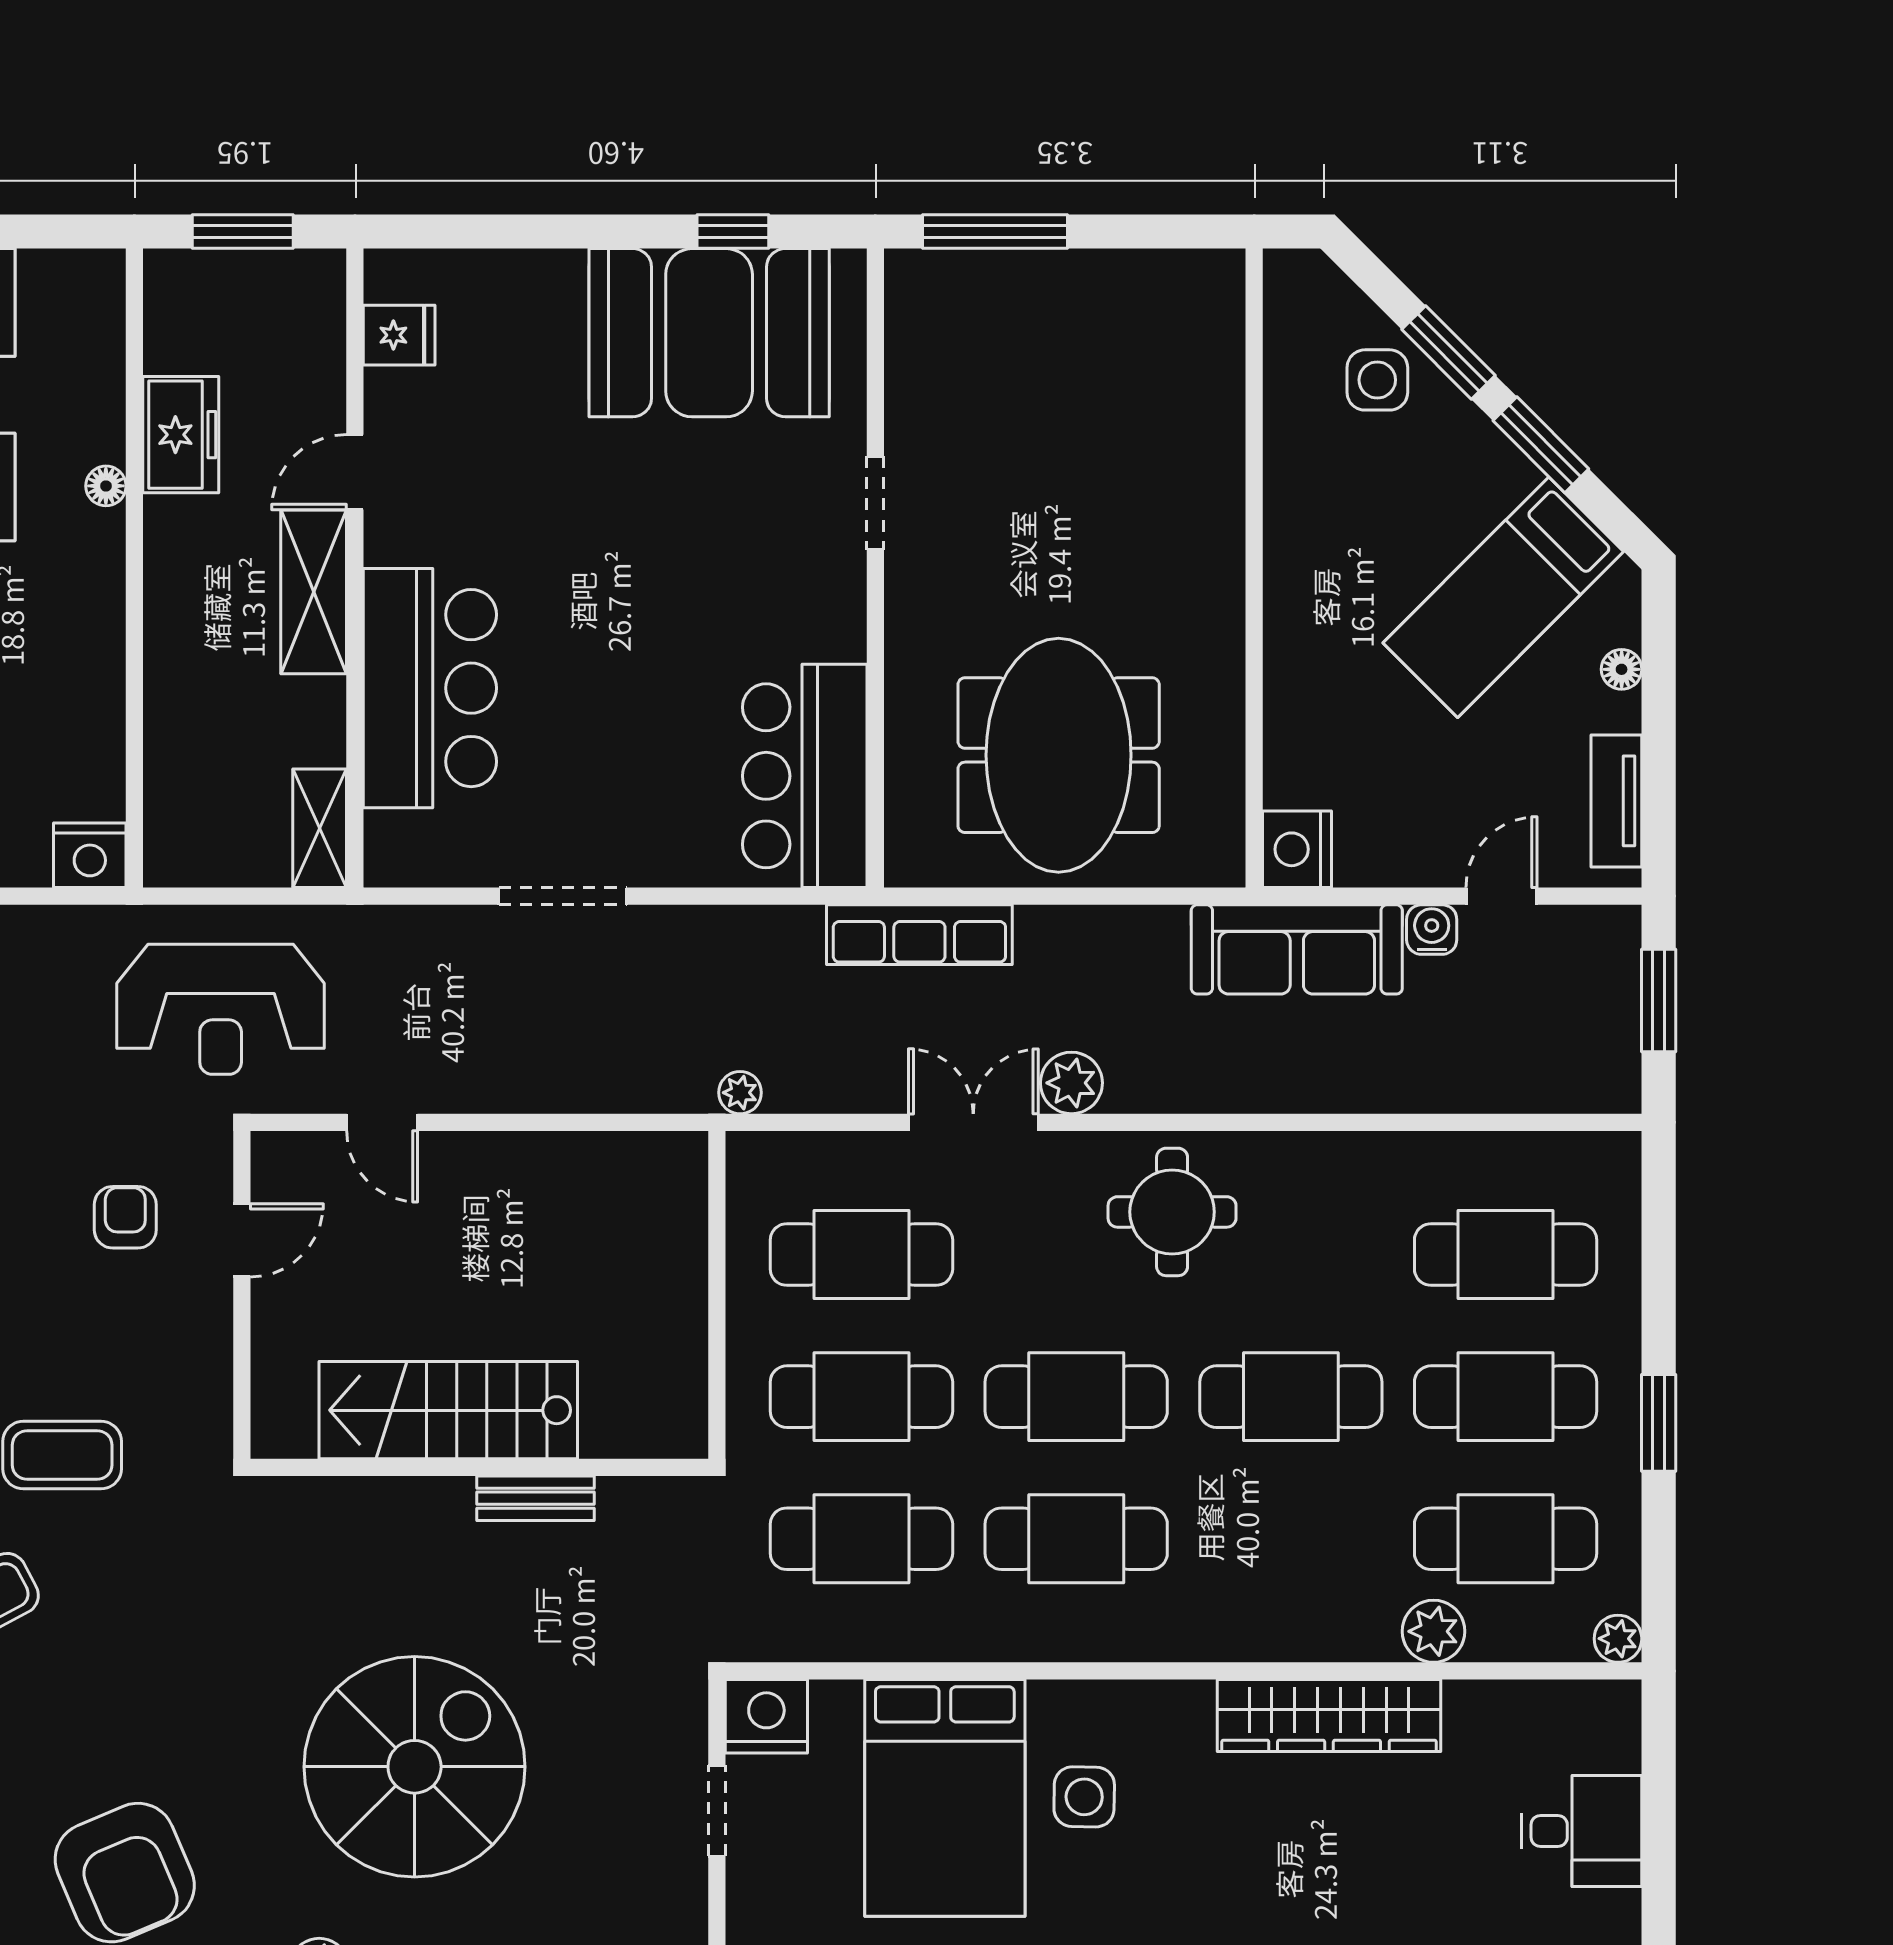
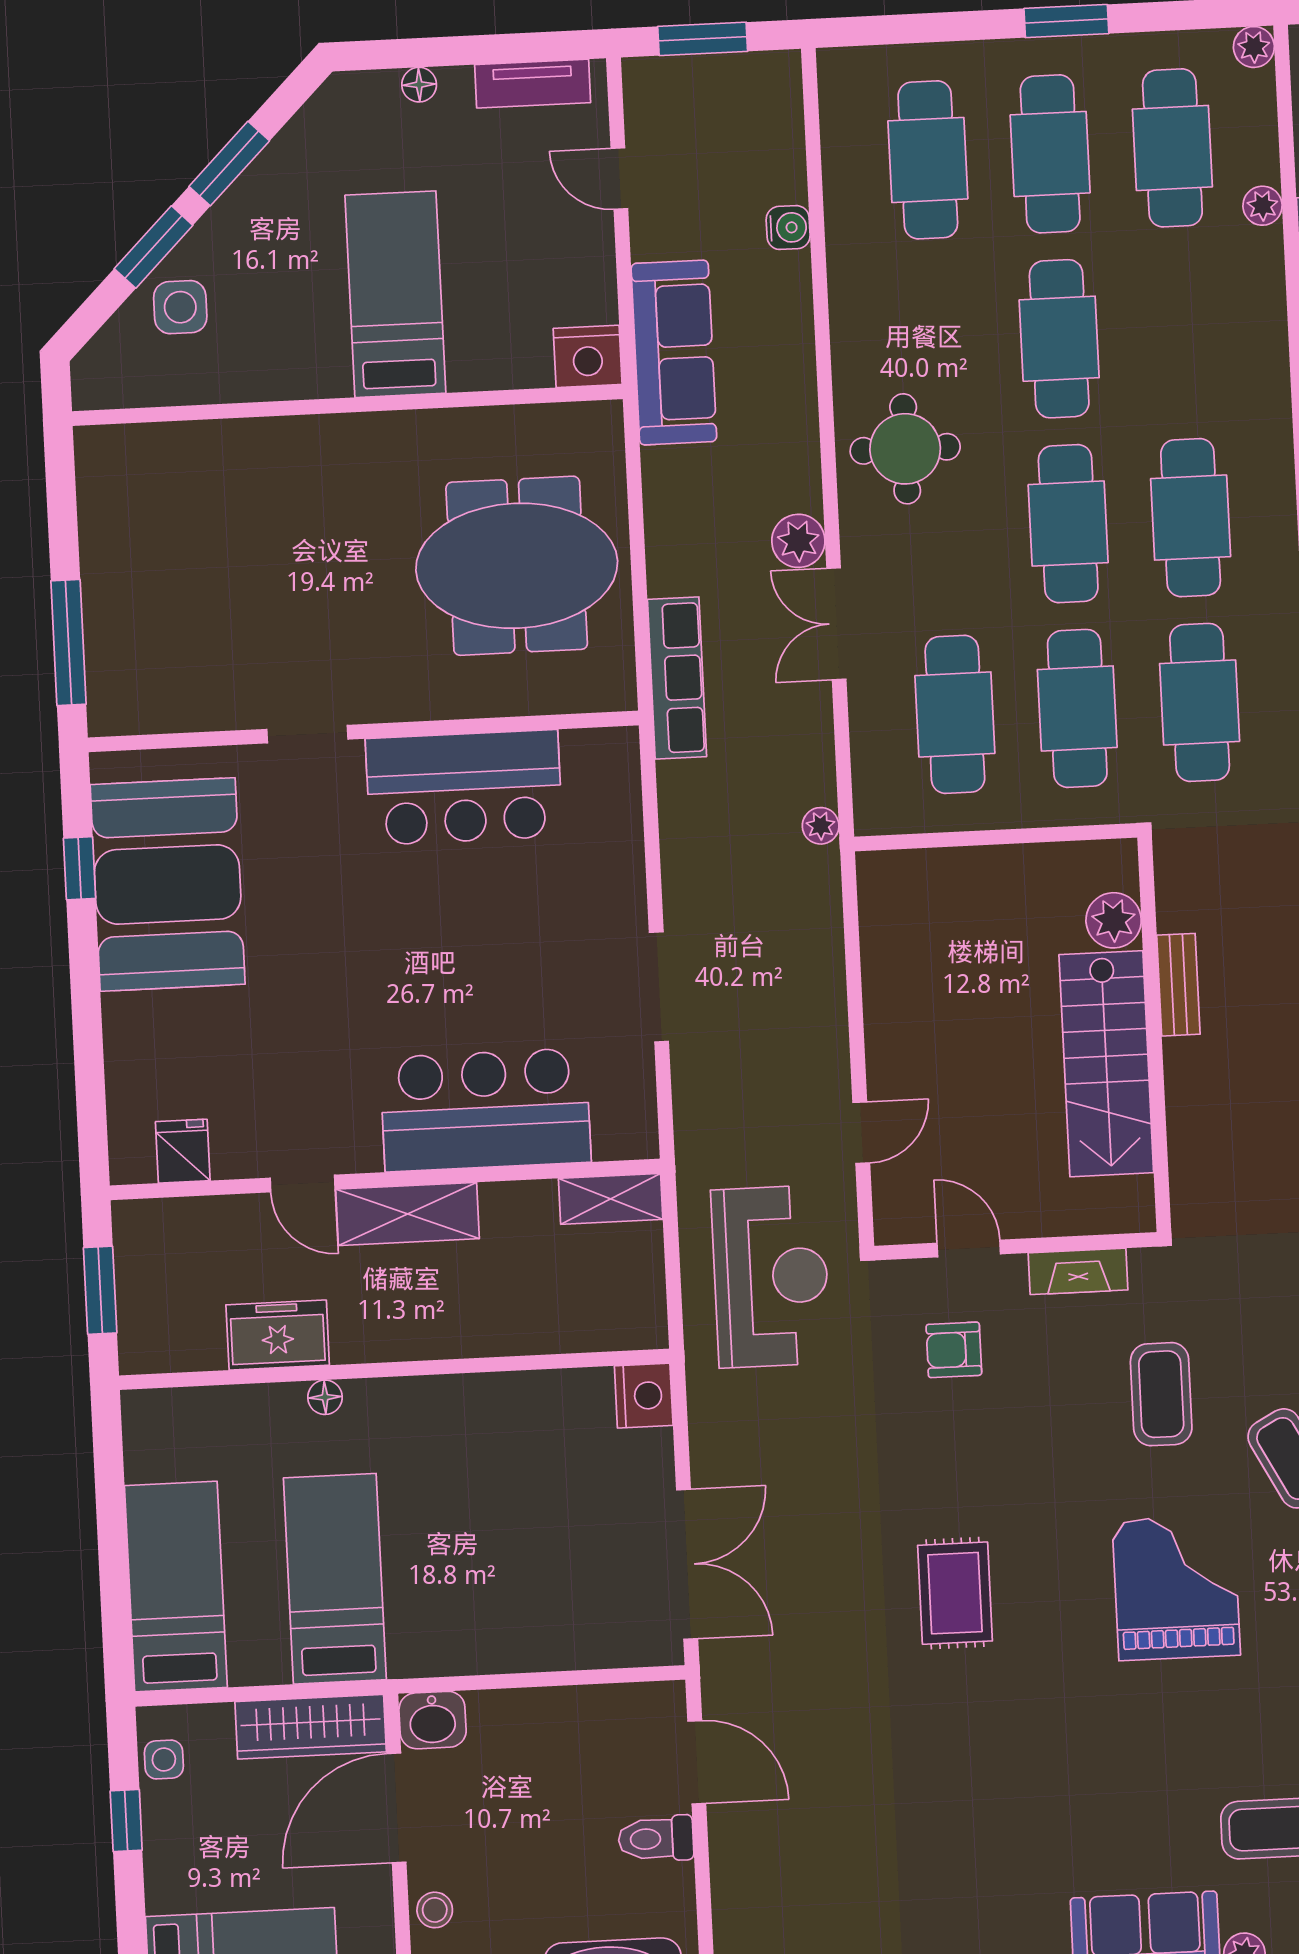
bed: (1503, 597) -> (395, 294), moved, turned -135
bar counter: (805, 776) -> (464, 787), moved
water cooler: (1432, 930) -> (788, 228), moved, turned 180
fireplace: (209, 1366) -> (1078, 1271), added
plant: (614, 1427) -> (1114, 920), added
plant: (1434, 1631) -> (1263, 206), width x0.73, depth x0.73

